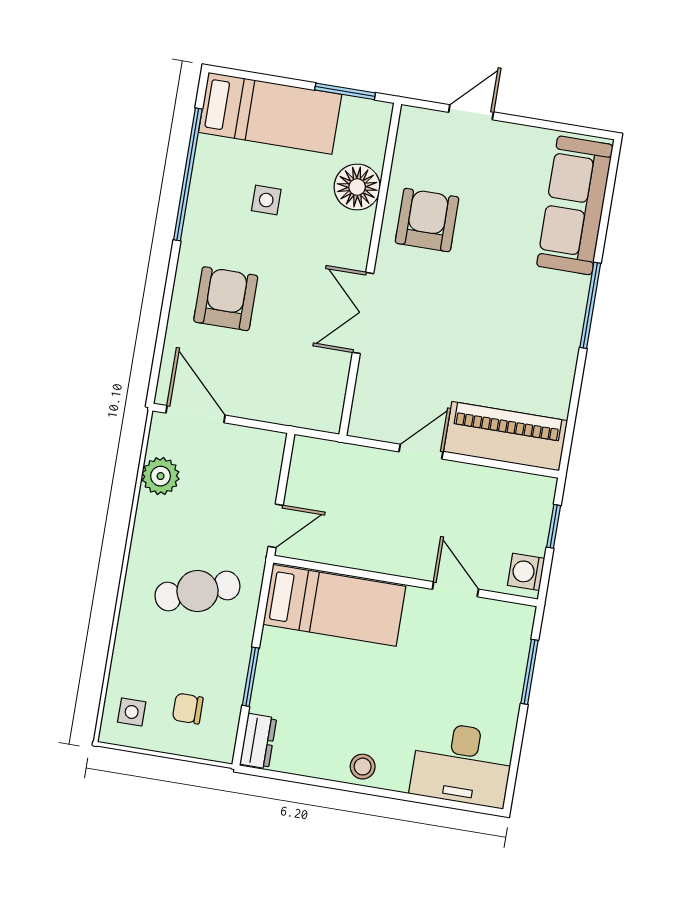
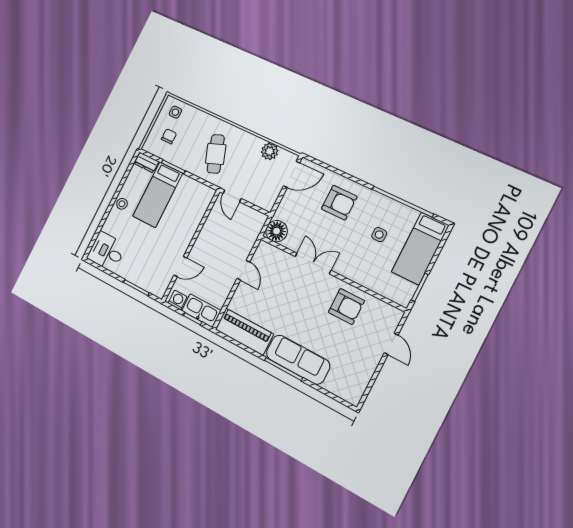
floor lamp: (357, 187) -> (277, 231), moved
sofa: (575, 205) -> (298, 360), moved
piano: (506, 436) -> (244, 332), moved, turned -90
kitchen sink: (531, 513) -> (201, 311), added
bed: (334, 605) -> (158, 195), moved
desk: (462, 764) -> (107, 252), width x0.73

